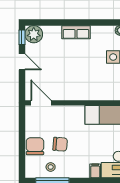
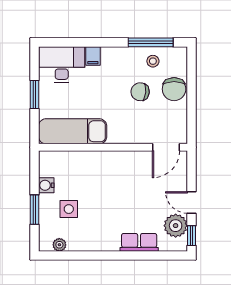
row of seats: (76, 32) -> (139, 242), moved
plant: (34, 34) -> (176, 226), moved
door: (41, 103) -> (166, 147), hinge flipped

